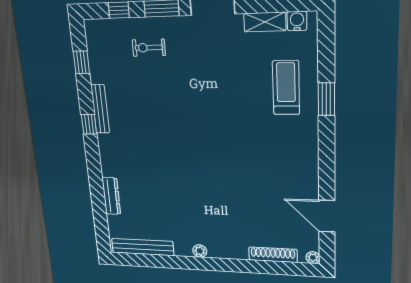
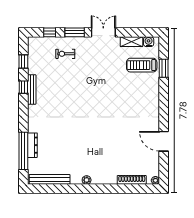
treadmill: (286, 88) -> (142, 65), moved, turned -90
window: (326, 99) -> (164, 68), moved
window: (89, 124) -> (23, 87), moved
window: (99, 204) -> (23, 151), added
door: (327, 216) -> (164, 141), moved

